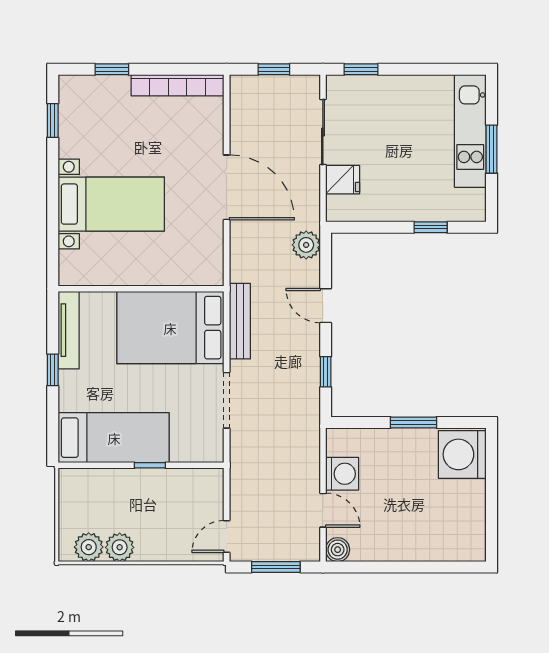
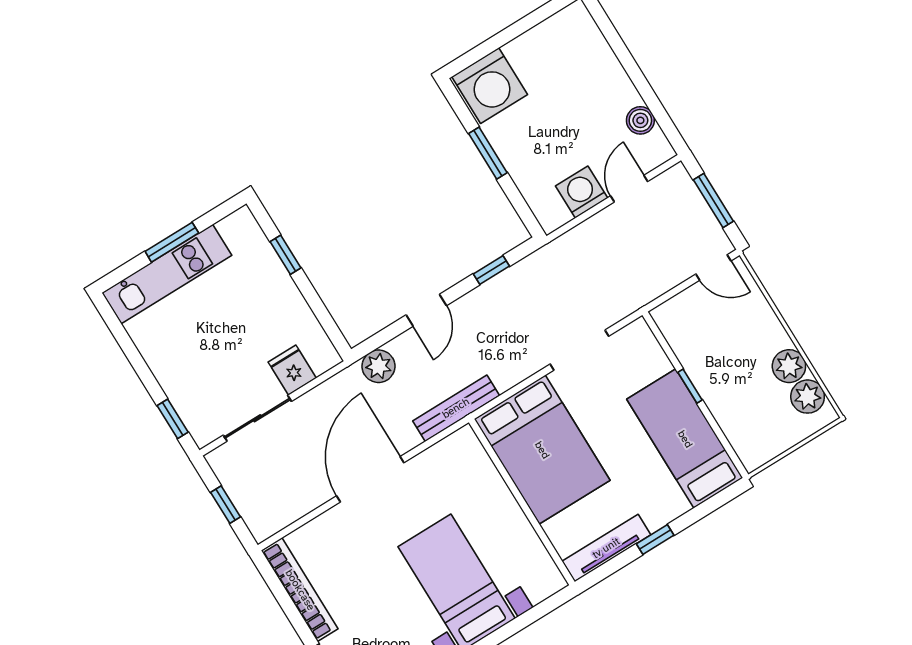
bench: (240, 321) -> (456, 408), moved
boiler: (338, 550) -> (640, 120), moved

